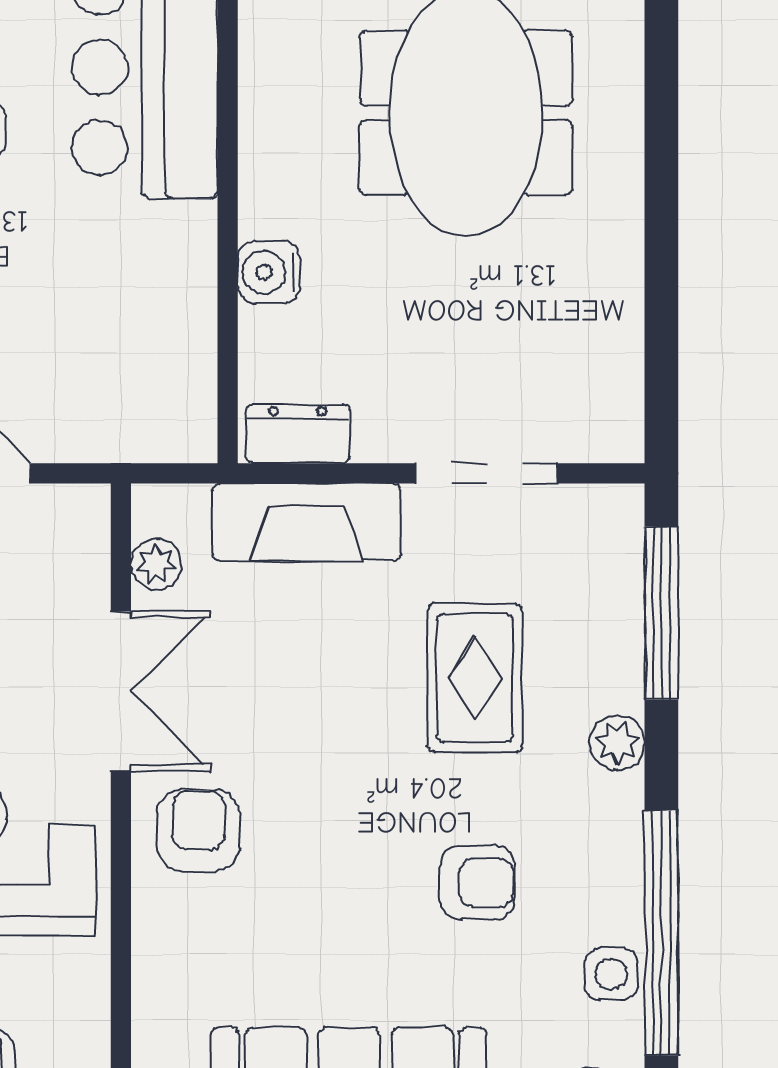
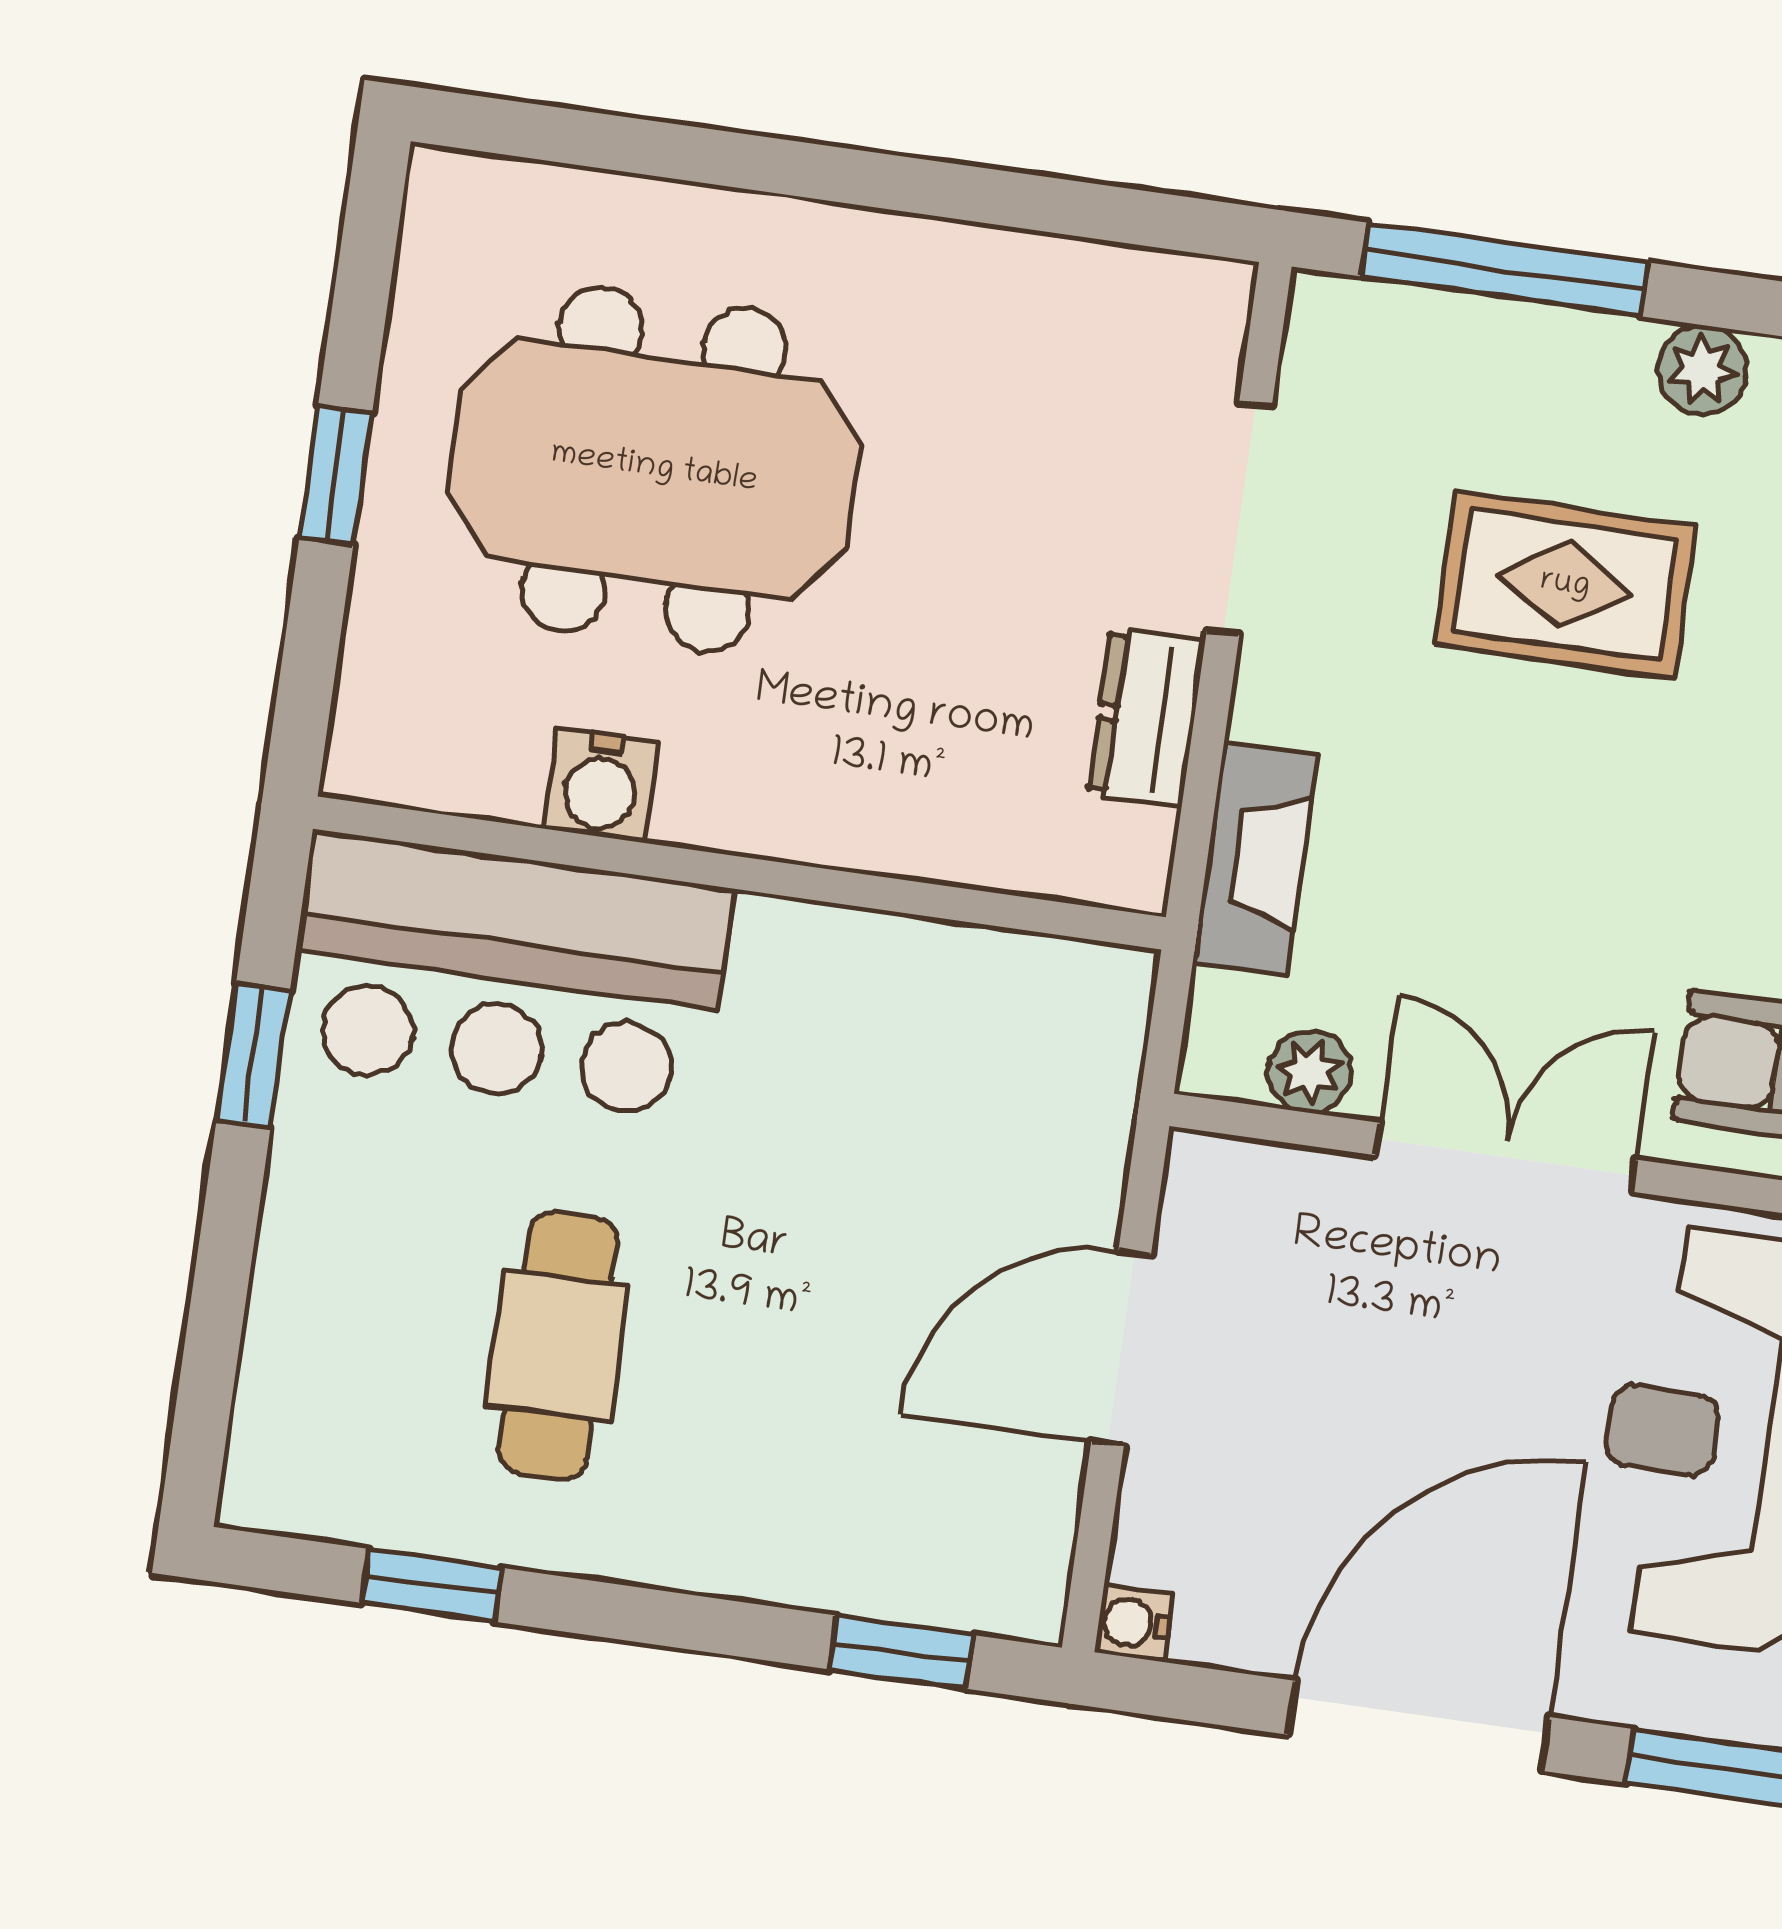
water cooler: (269, 272) -> (601, 785), moved
dresser: (298, 434) -> (1146, 717), moved
fireplace: (307, 522) -> (1256, 858), width x0.73, depth x0.76

